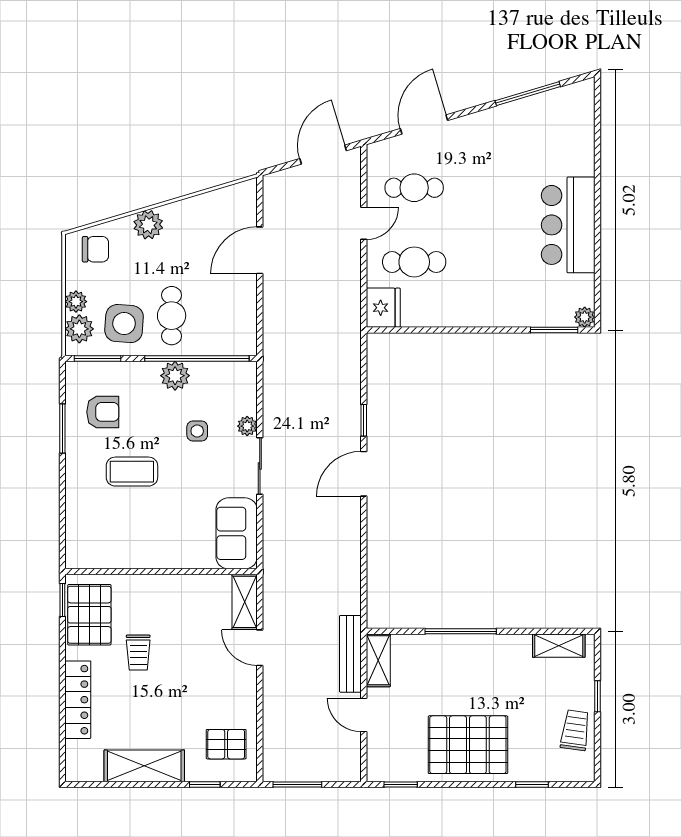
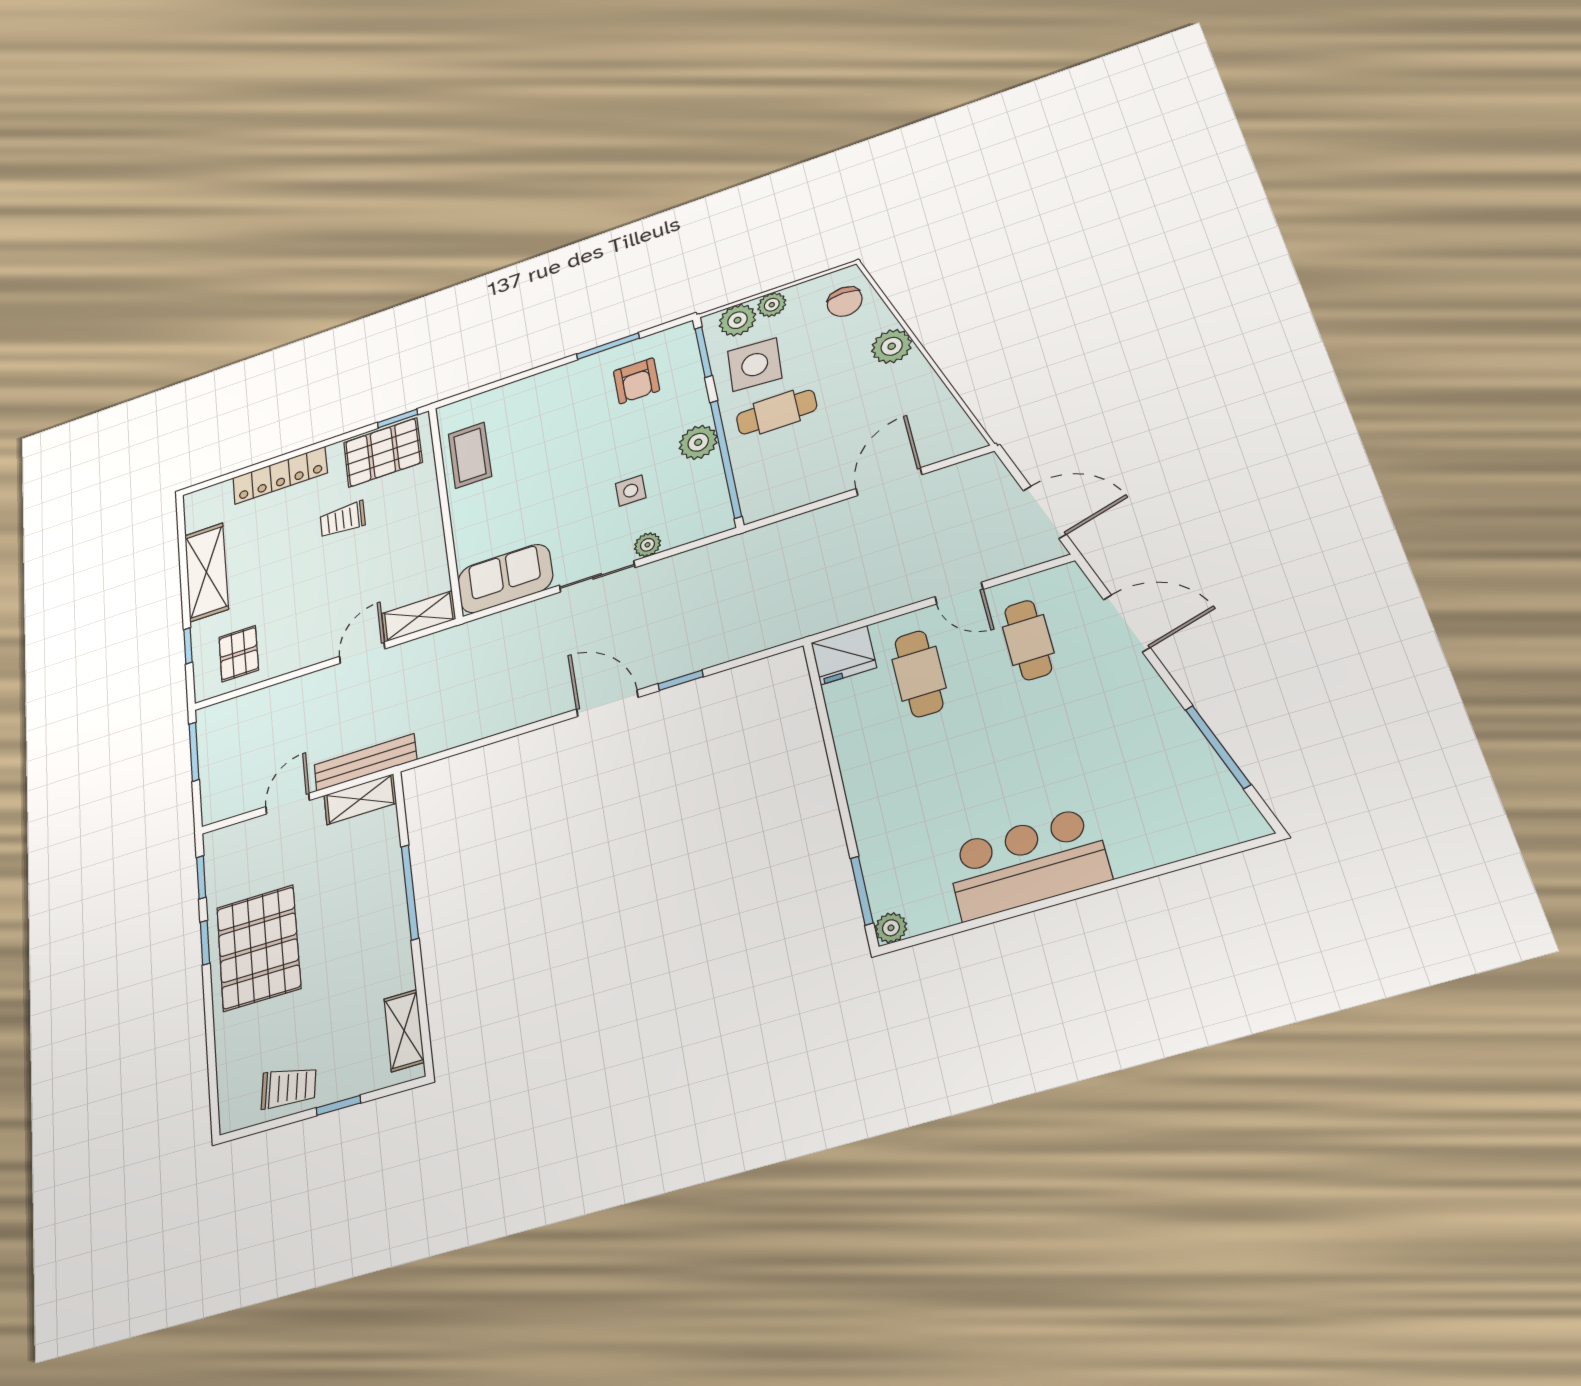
door: (260, 250) -> (889, 482), hinge flipped
coffee table: (132, 472) -> (470, 455), moved
window: (532, 784) -> (205, 943), moved

